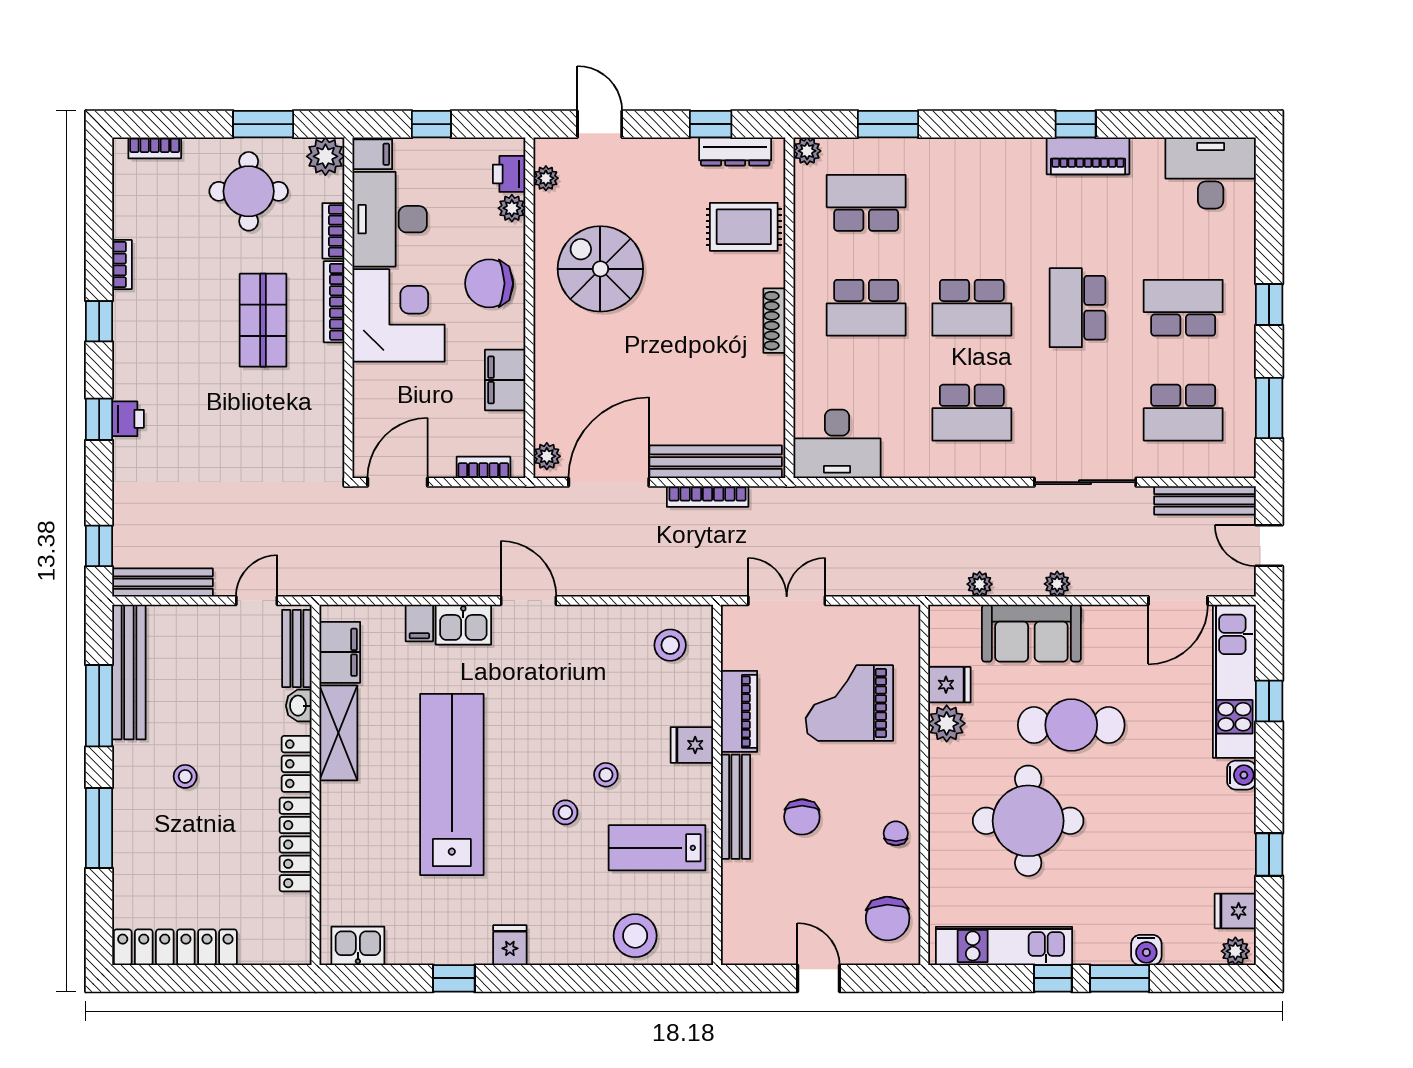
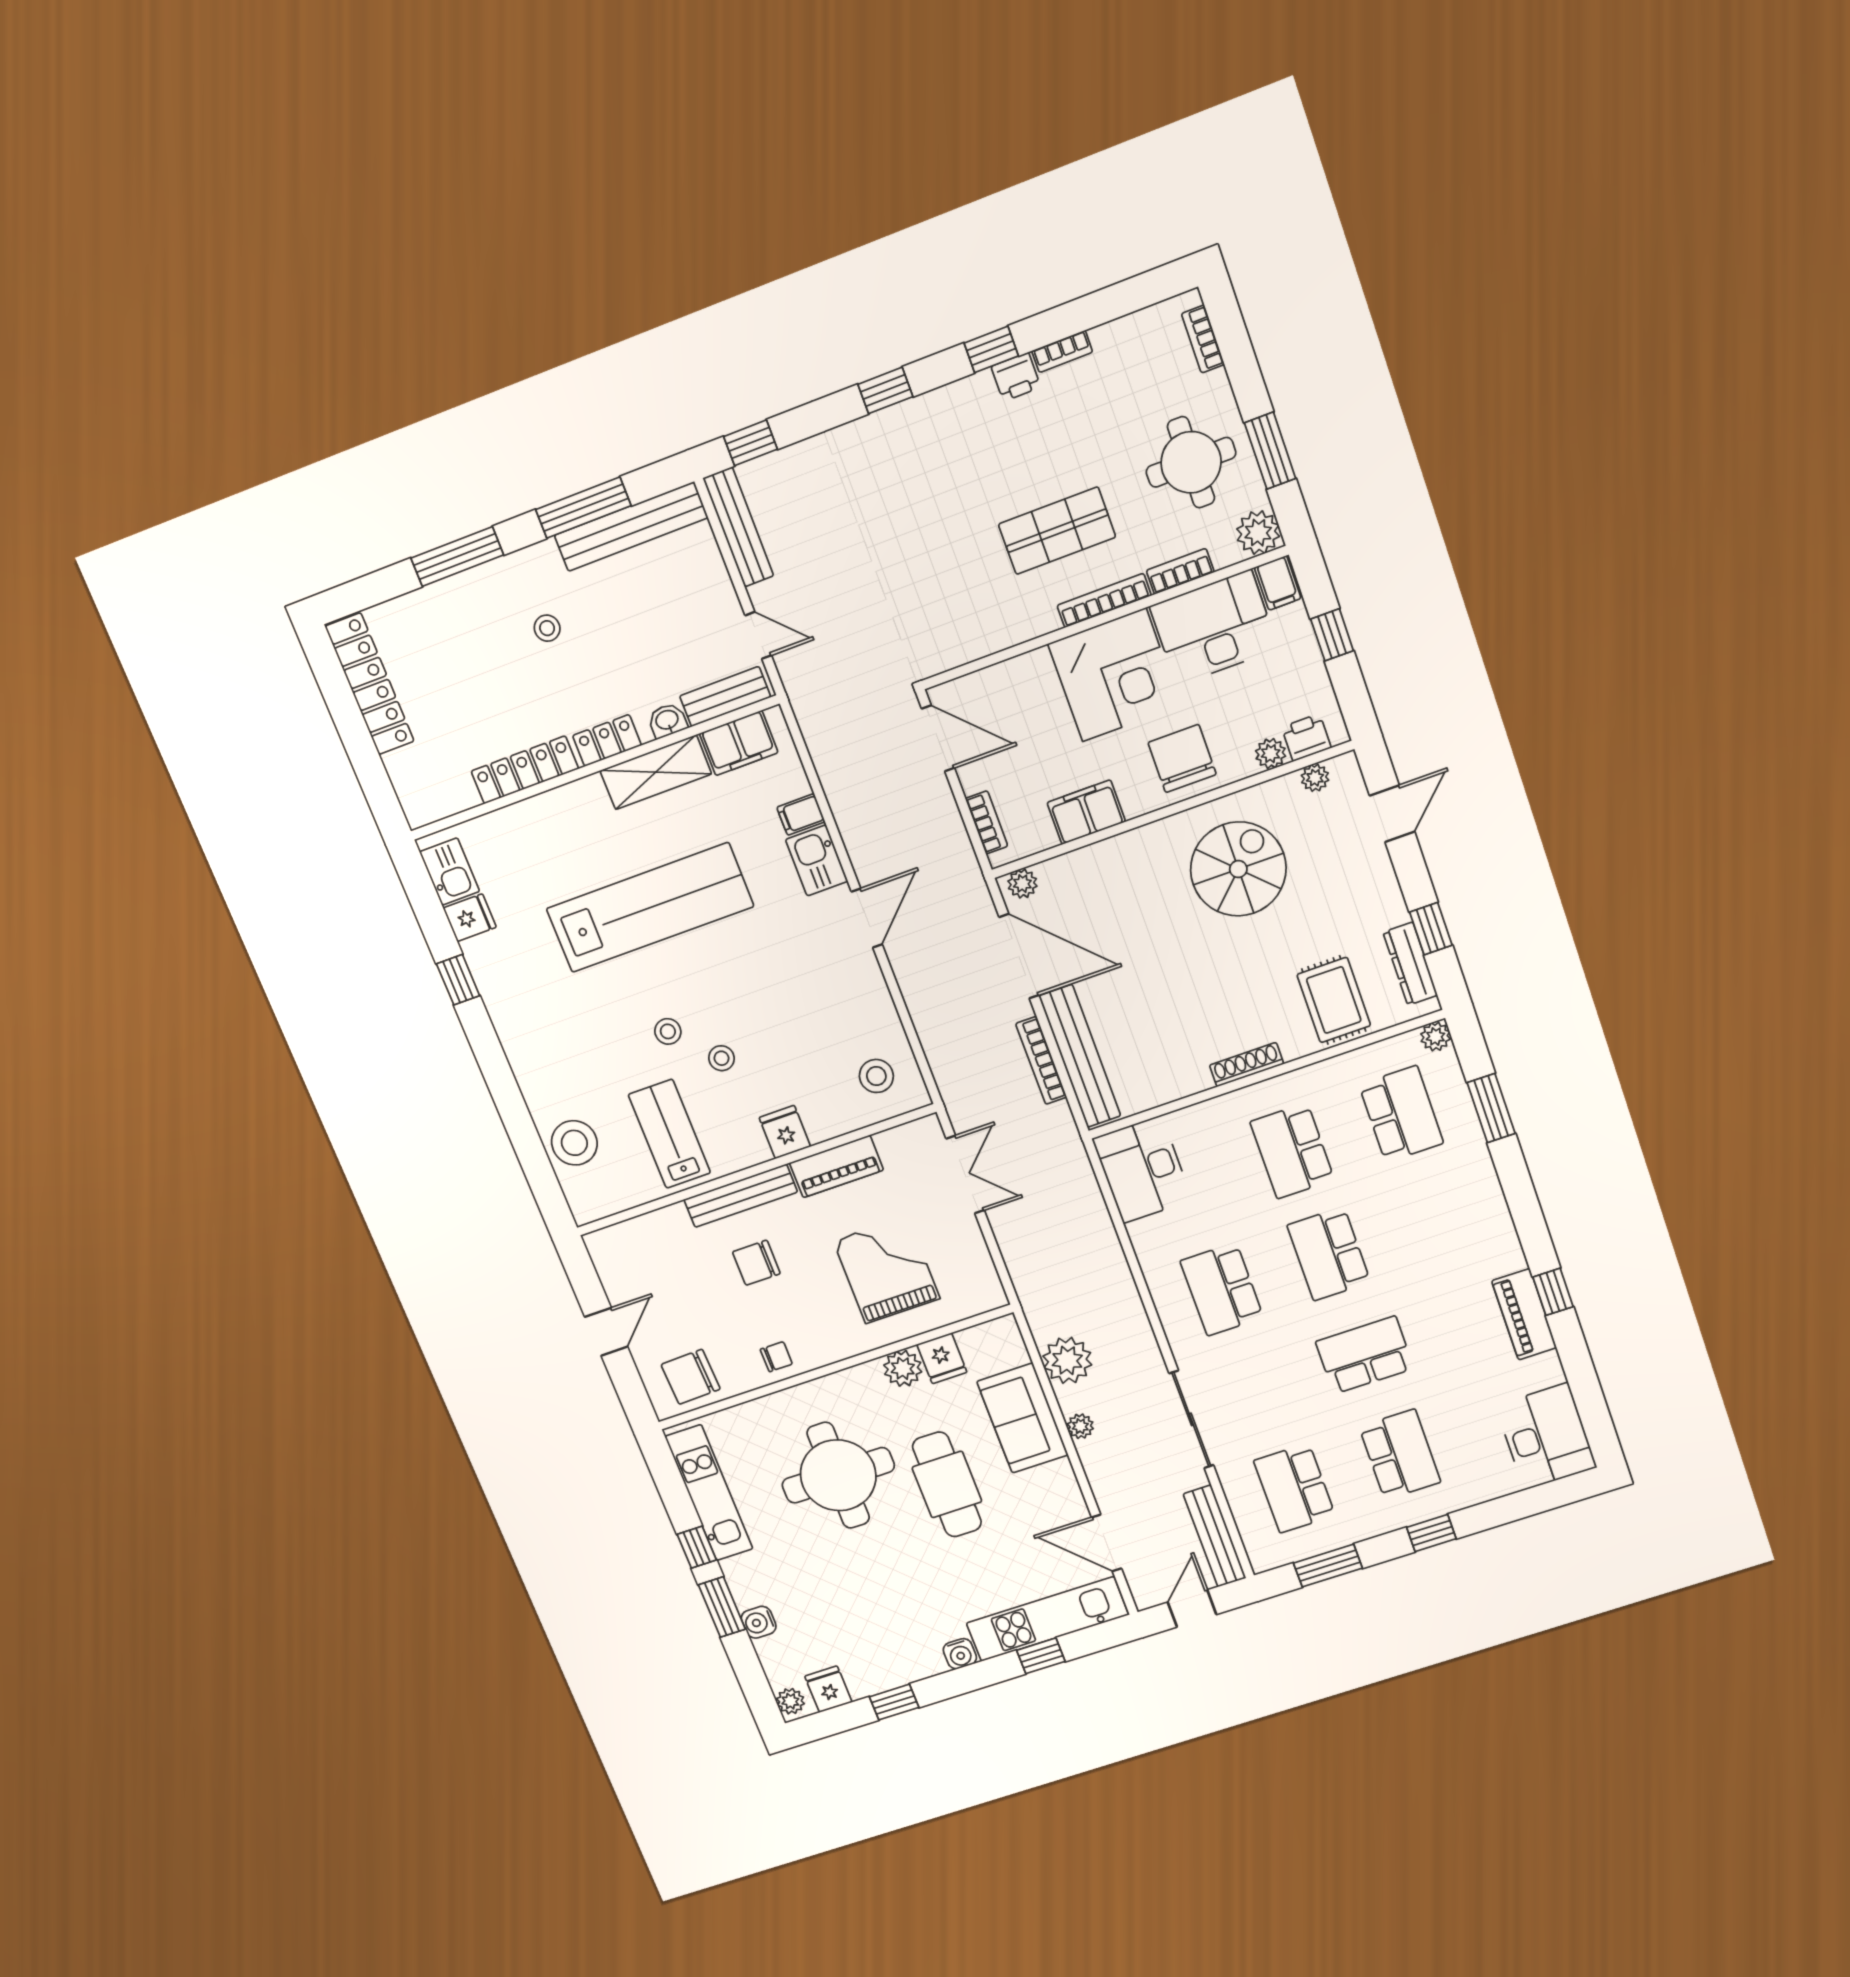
printer: (128, 419) -> (1016, 377), moved
plant: (980, 584) -> (1067, 1360), width x1.88, depth x1.88
fridge: (510, 945) -> (470, 918), moved

